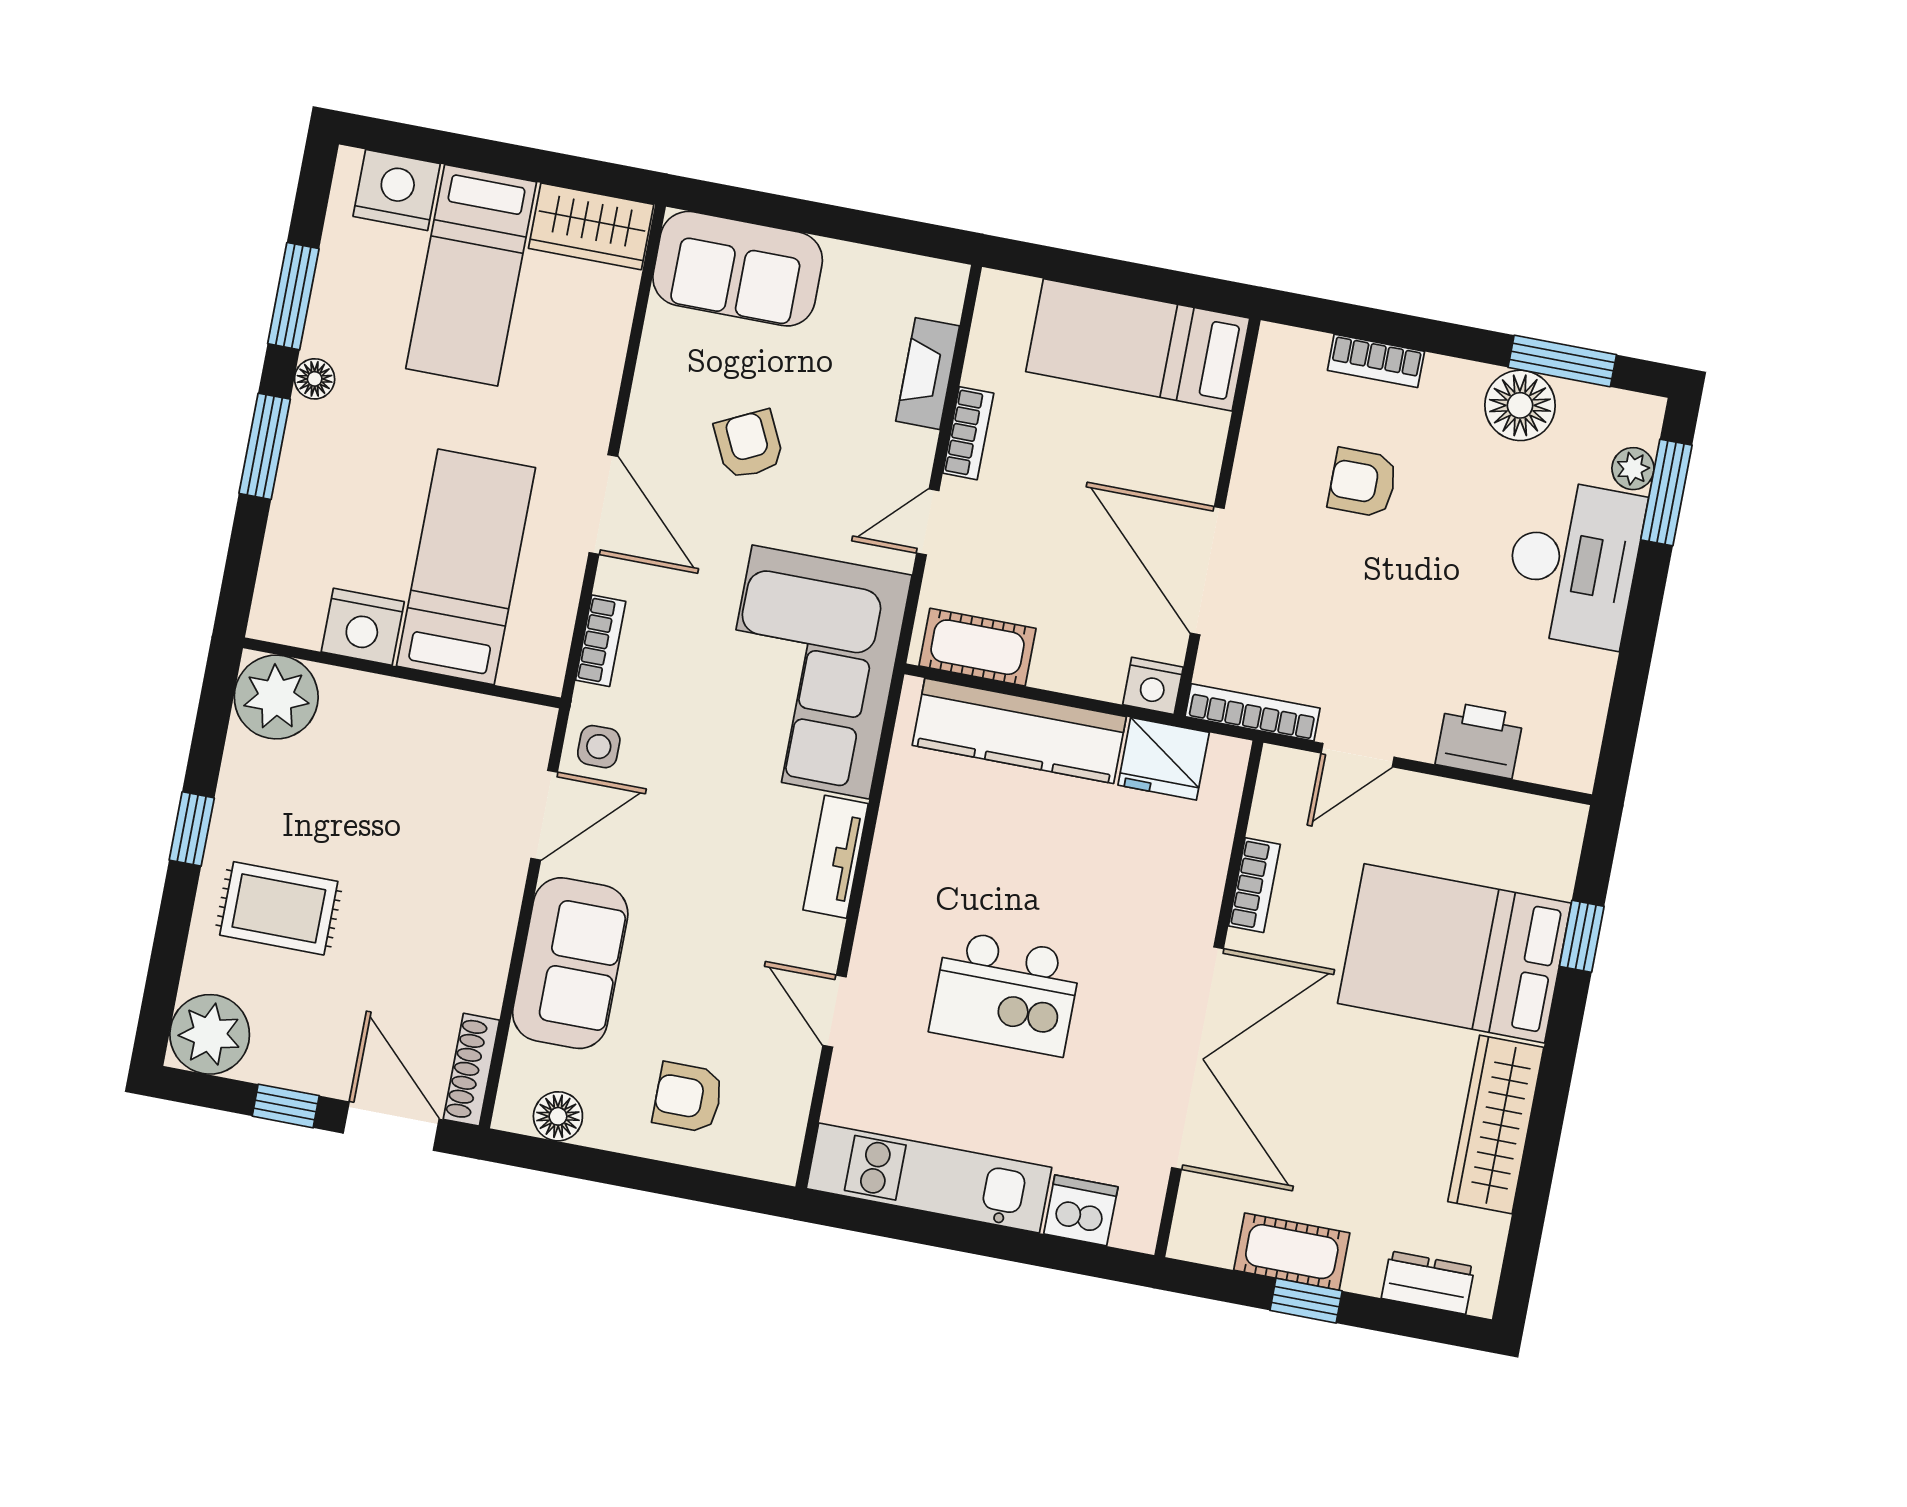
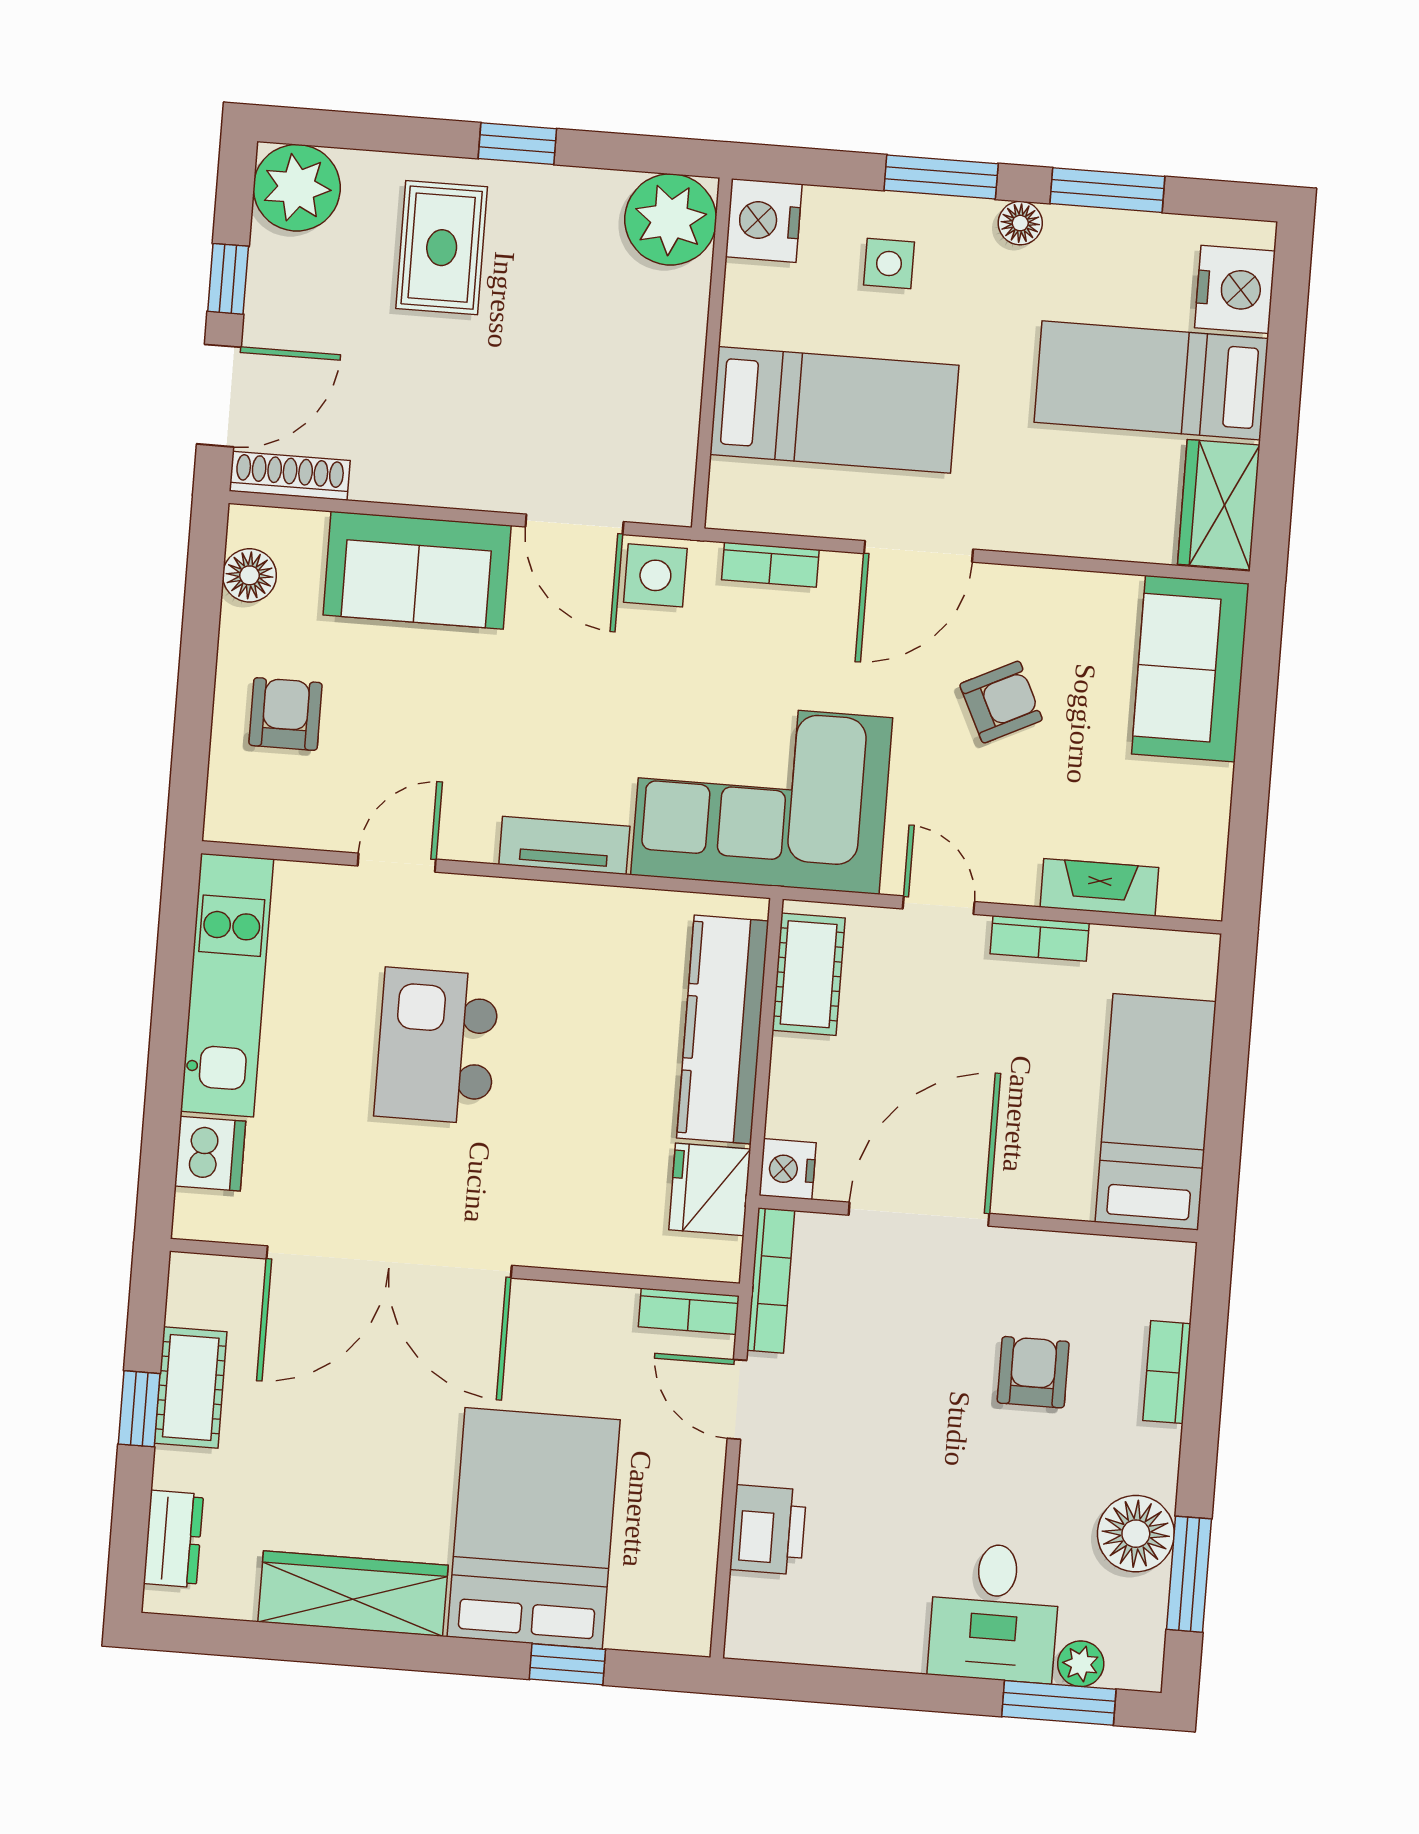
side table: (338, 502) -> (889, 264), added
desk: (1573, 563) -> (994, 1612), width x0.73
nightstand: (363, 627) -> (764, 220), moved
side table: (599, 747) -> (655, 575), width x1.37, depth x1.37
bookcase: (1254, 885) -> (689, 1311), moved

